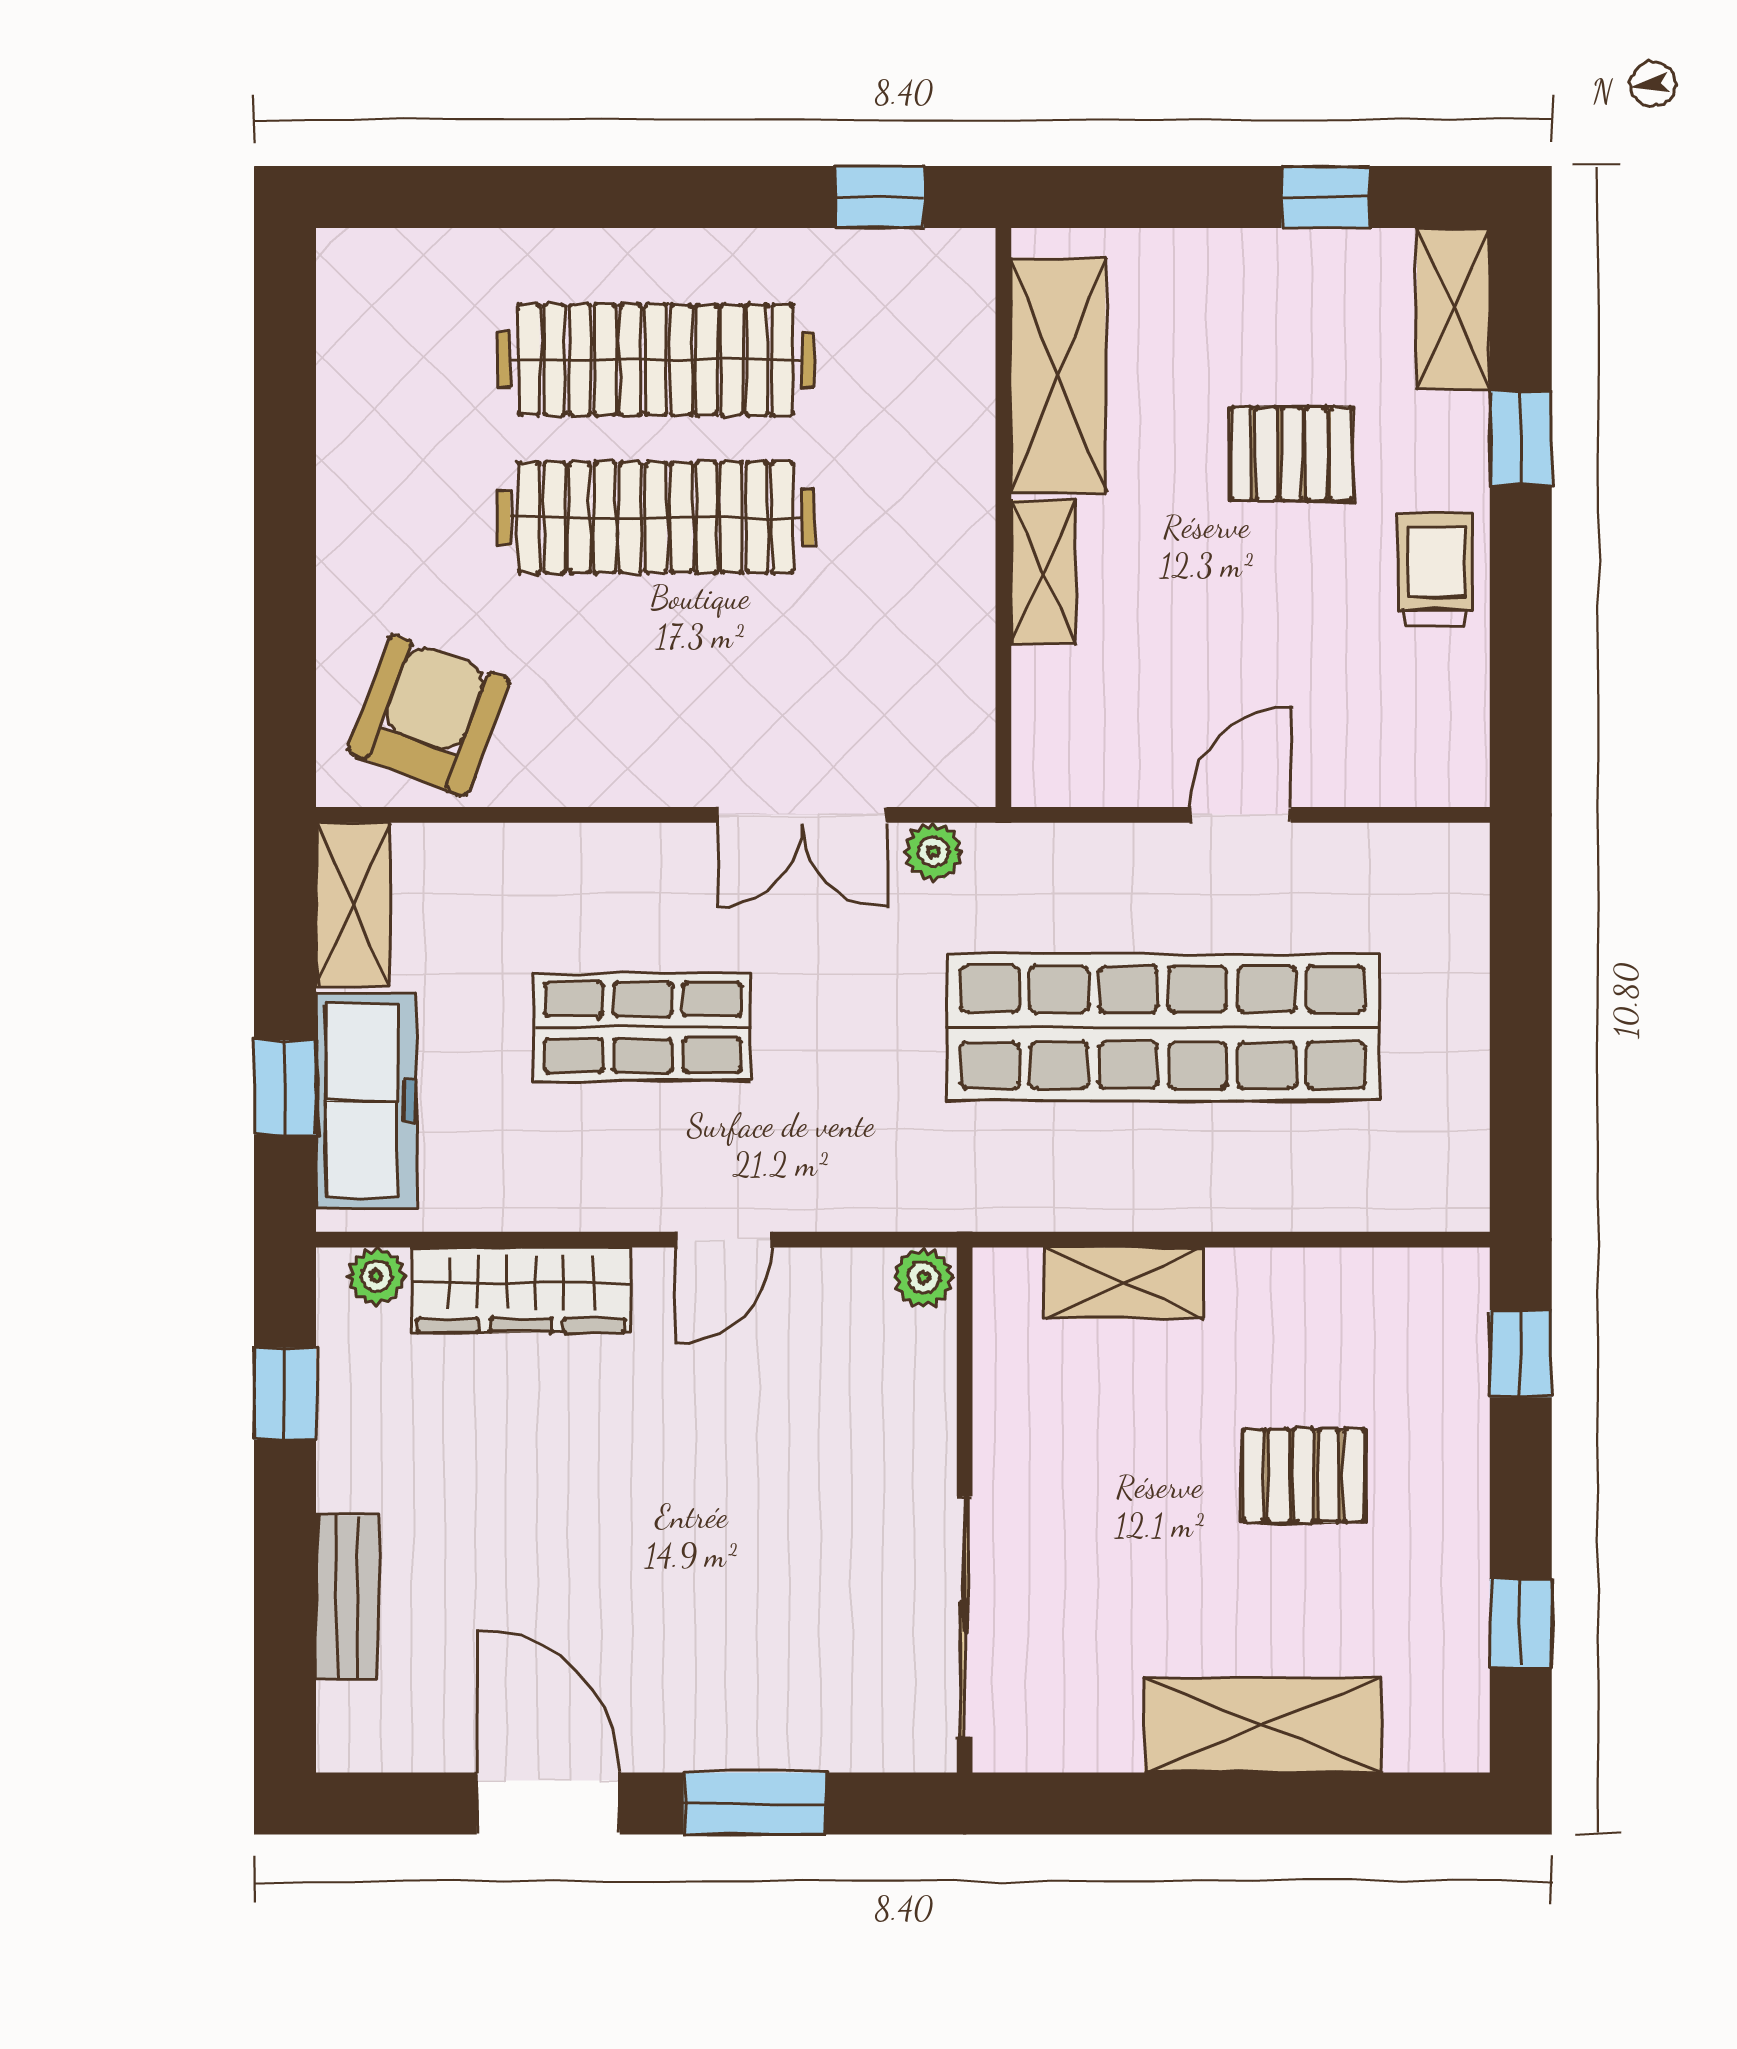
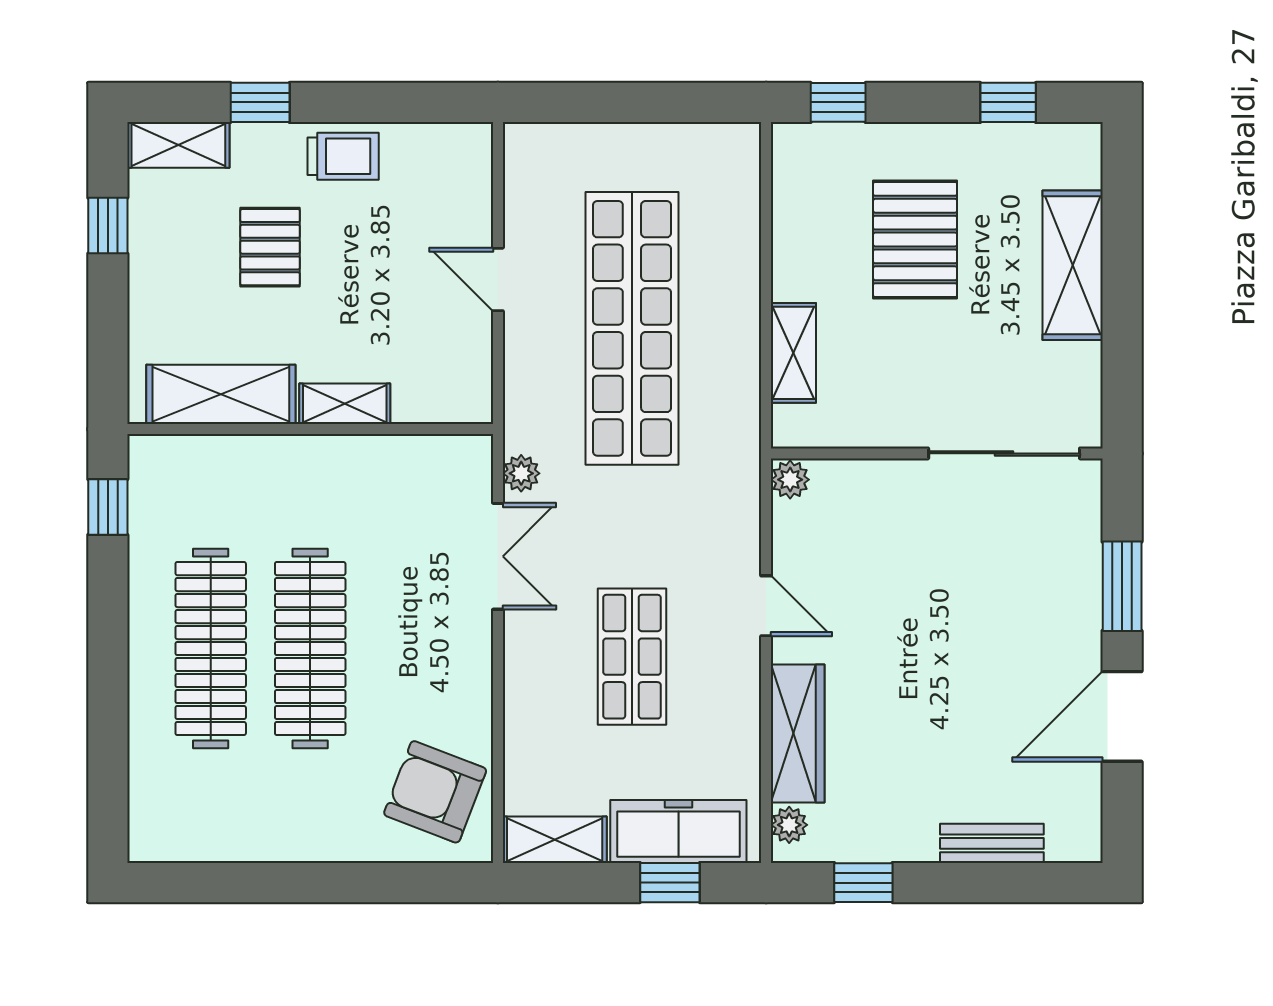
trolley: (1436, 570) -> (343, 156), turned 180
pallet: (1304, 1476) -> (915, 240), width x1.50, depth x1.42

